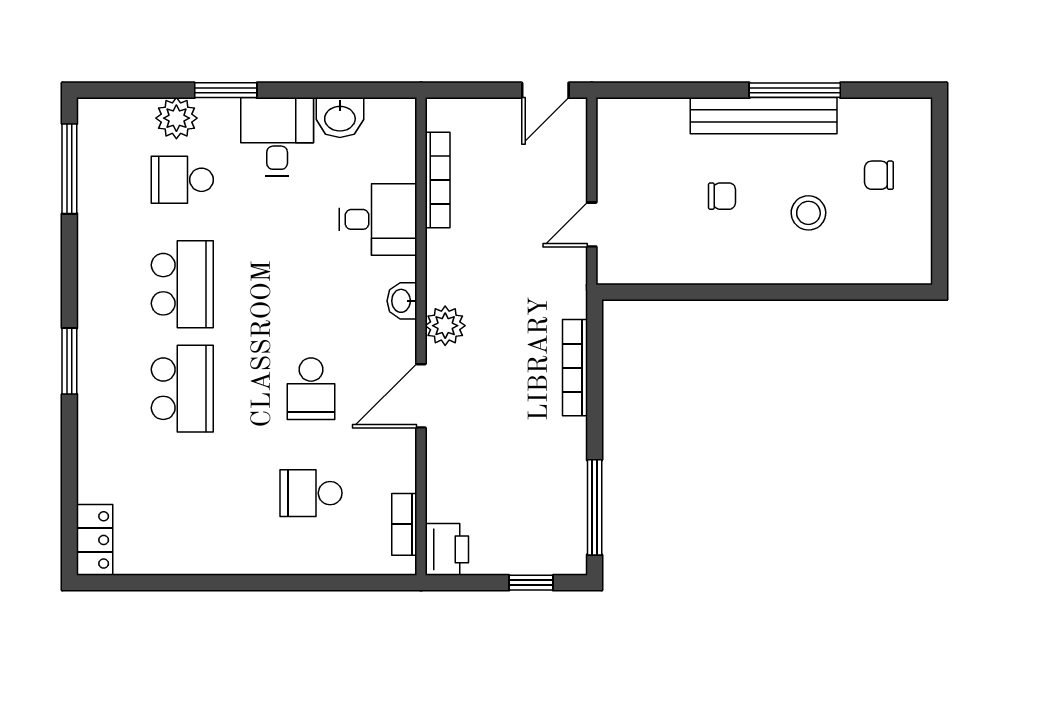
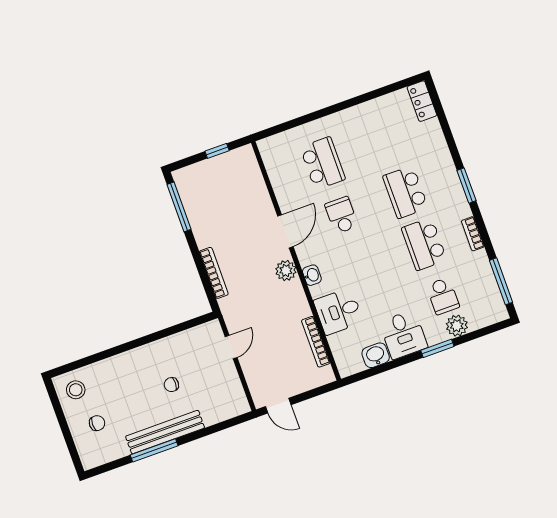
door: (545, 90) -> (278, 406), swing flipped
school desk: (182, 180) -> (443, 296), turned 90
stool: (808, 213) -> (76, 390), moved
school desk: (311, 493) -> (323, 163), width x1.85
bookcase: (404, 524) -> (473, 234), moved, turned 180
printer: (447, 549) -> (245, 159), removed
window: (531, 583) -> (217, 151), moved

